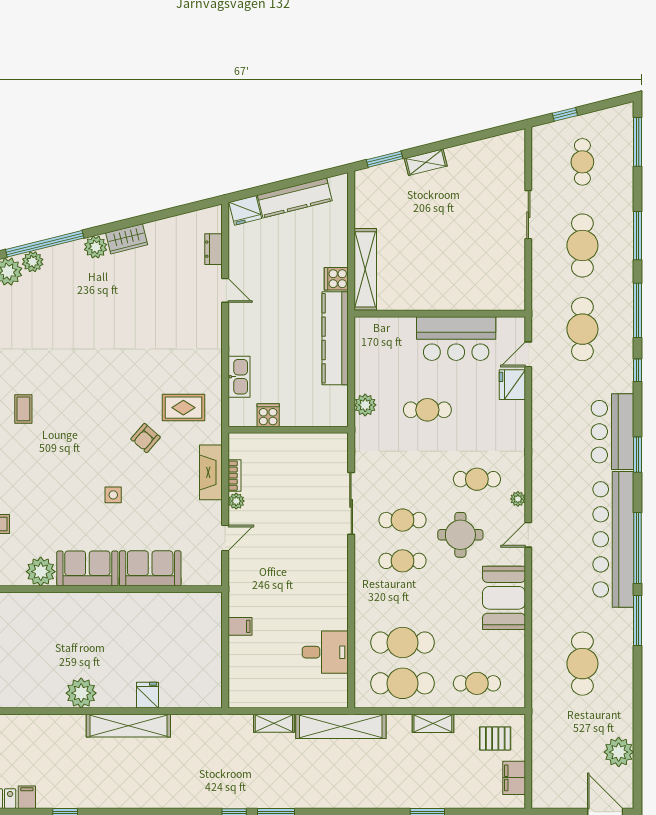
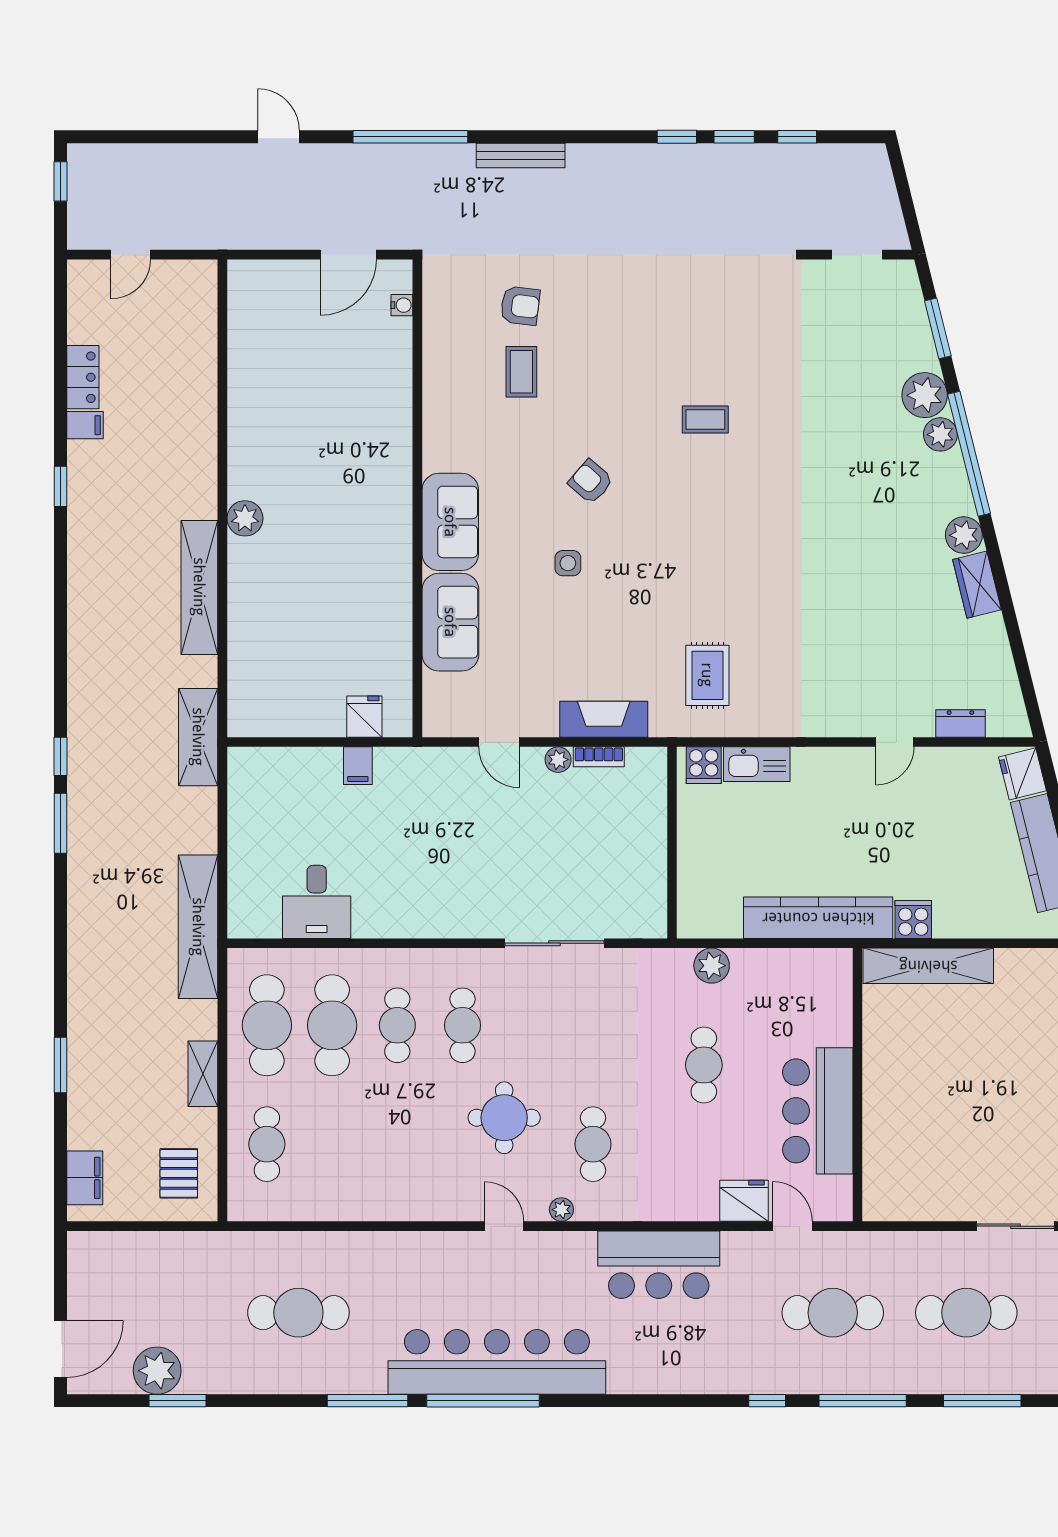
cooker: (268, 415) -> (704, 765), moved, turned 90
bar counter: (612, 432) -> (659, 1265), moved, turned 180
armchair: (145, 438) -> (591, 482), moved
window: (638, 455) -> (177, 1401), moved
cafe table: (403, 520) -> (397, 1025), moved
plant: (41, 572) -> (445, 447), removed
booth: (504, 598) -> (403, 1187), removed
plant: (81, 693) -> (245, 518), width x0.73, depth x0.73
fridge: (147, 695) -> (364, 717), moved, turned -90
shelving: (274, 723) -> (198, 737), moved, width x1.50, depth x1.33
filing cabinet: (514, 778) -> (85, 1178), moved, turned 90

